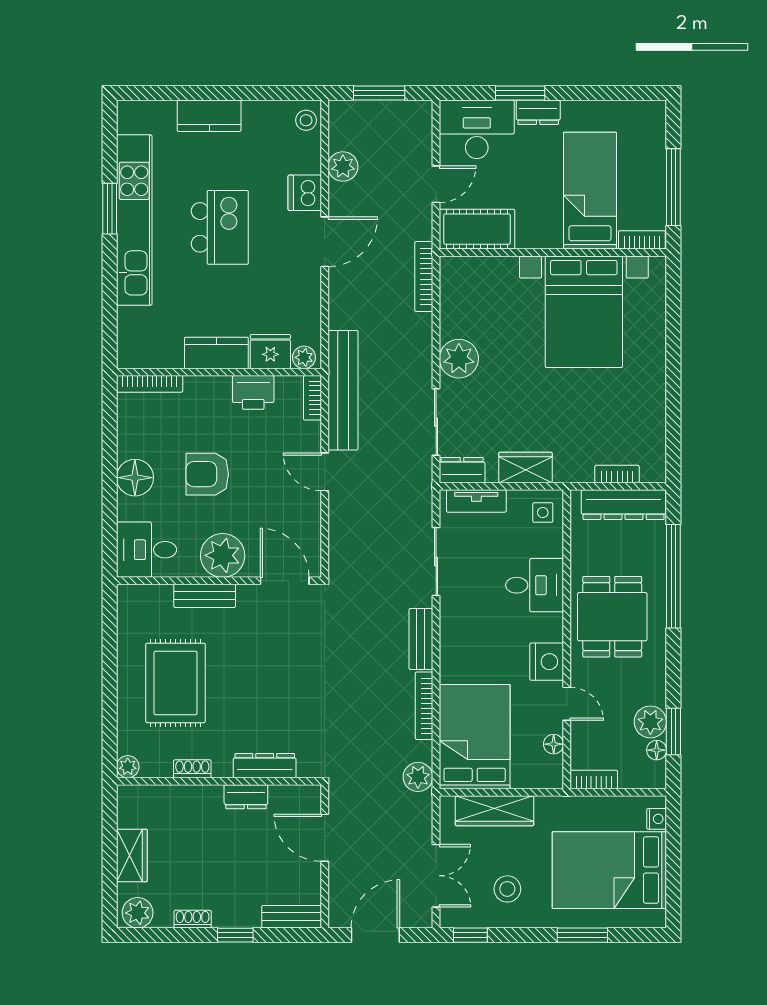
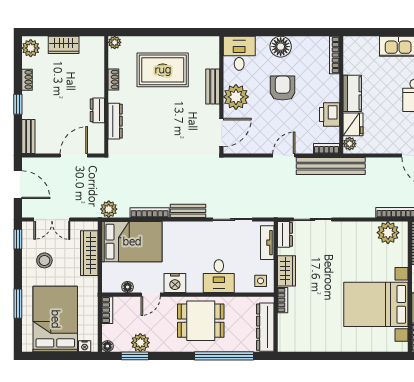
plant: (459, 359) -> (388, 233), moved
bookcase: (617, 474) -> (283, 300), moved
floor lamp: (657, 750) -> (107, 346), moved

